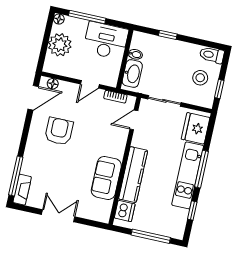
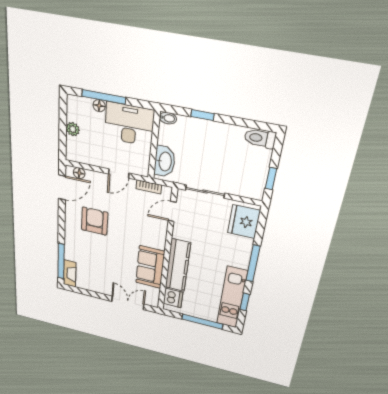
floor lamp: (59, 19) -> (99, 106), moved
plant: (60, 45) -> (73, 129), width x0.53, depth x0.53
bidet: (135, 54) -> (168, 118), moved
stool: (200, 78) -> (247, 166), removed
kitchen unit: (188, 175) -> (232, 298), moved
double door: (58, 216) -> (128, 303), moved

